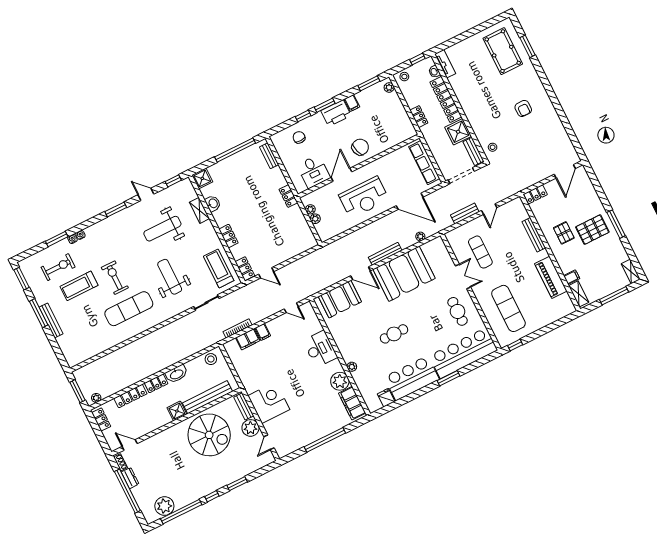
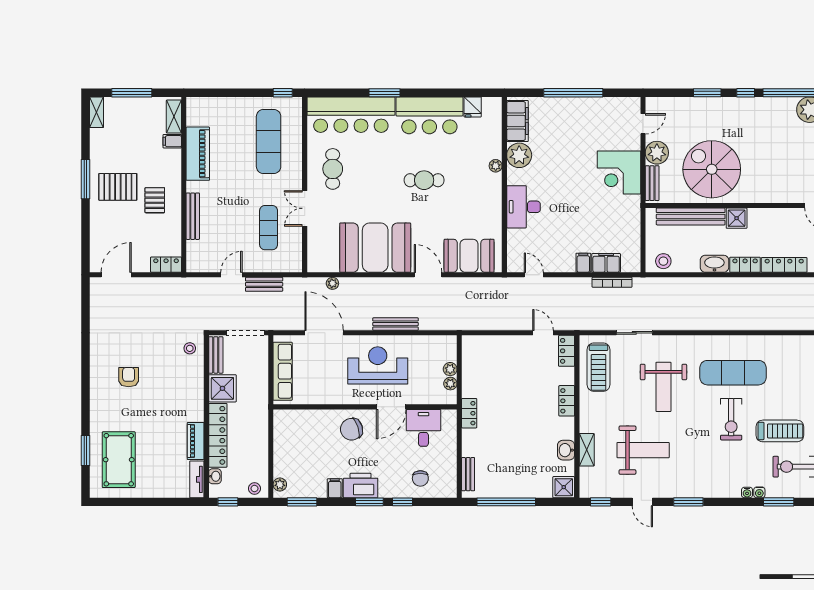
piano: (458, 88) -> (196, 441), added
locker: (419, 117) -> (261, 431), removed
bench: (385, 254) -> (395, 324), moved

